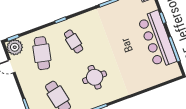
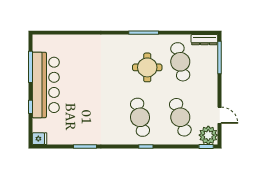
cafe table: (74, 41) -> (140, 117), width x1.37, depth x1.35
cafe table: (42, 53) -> (180, 117), turned -30
round table: (95, 77) -> (147, 67), moved

